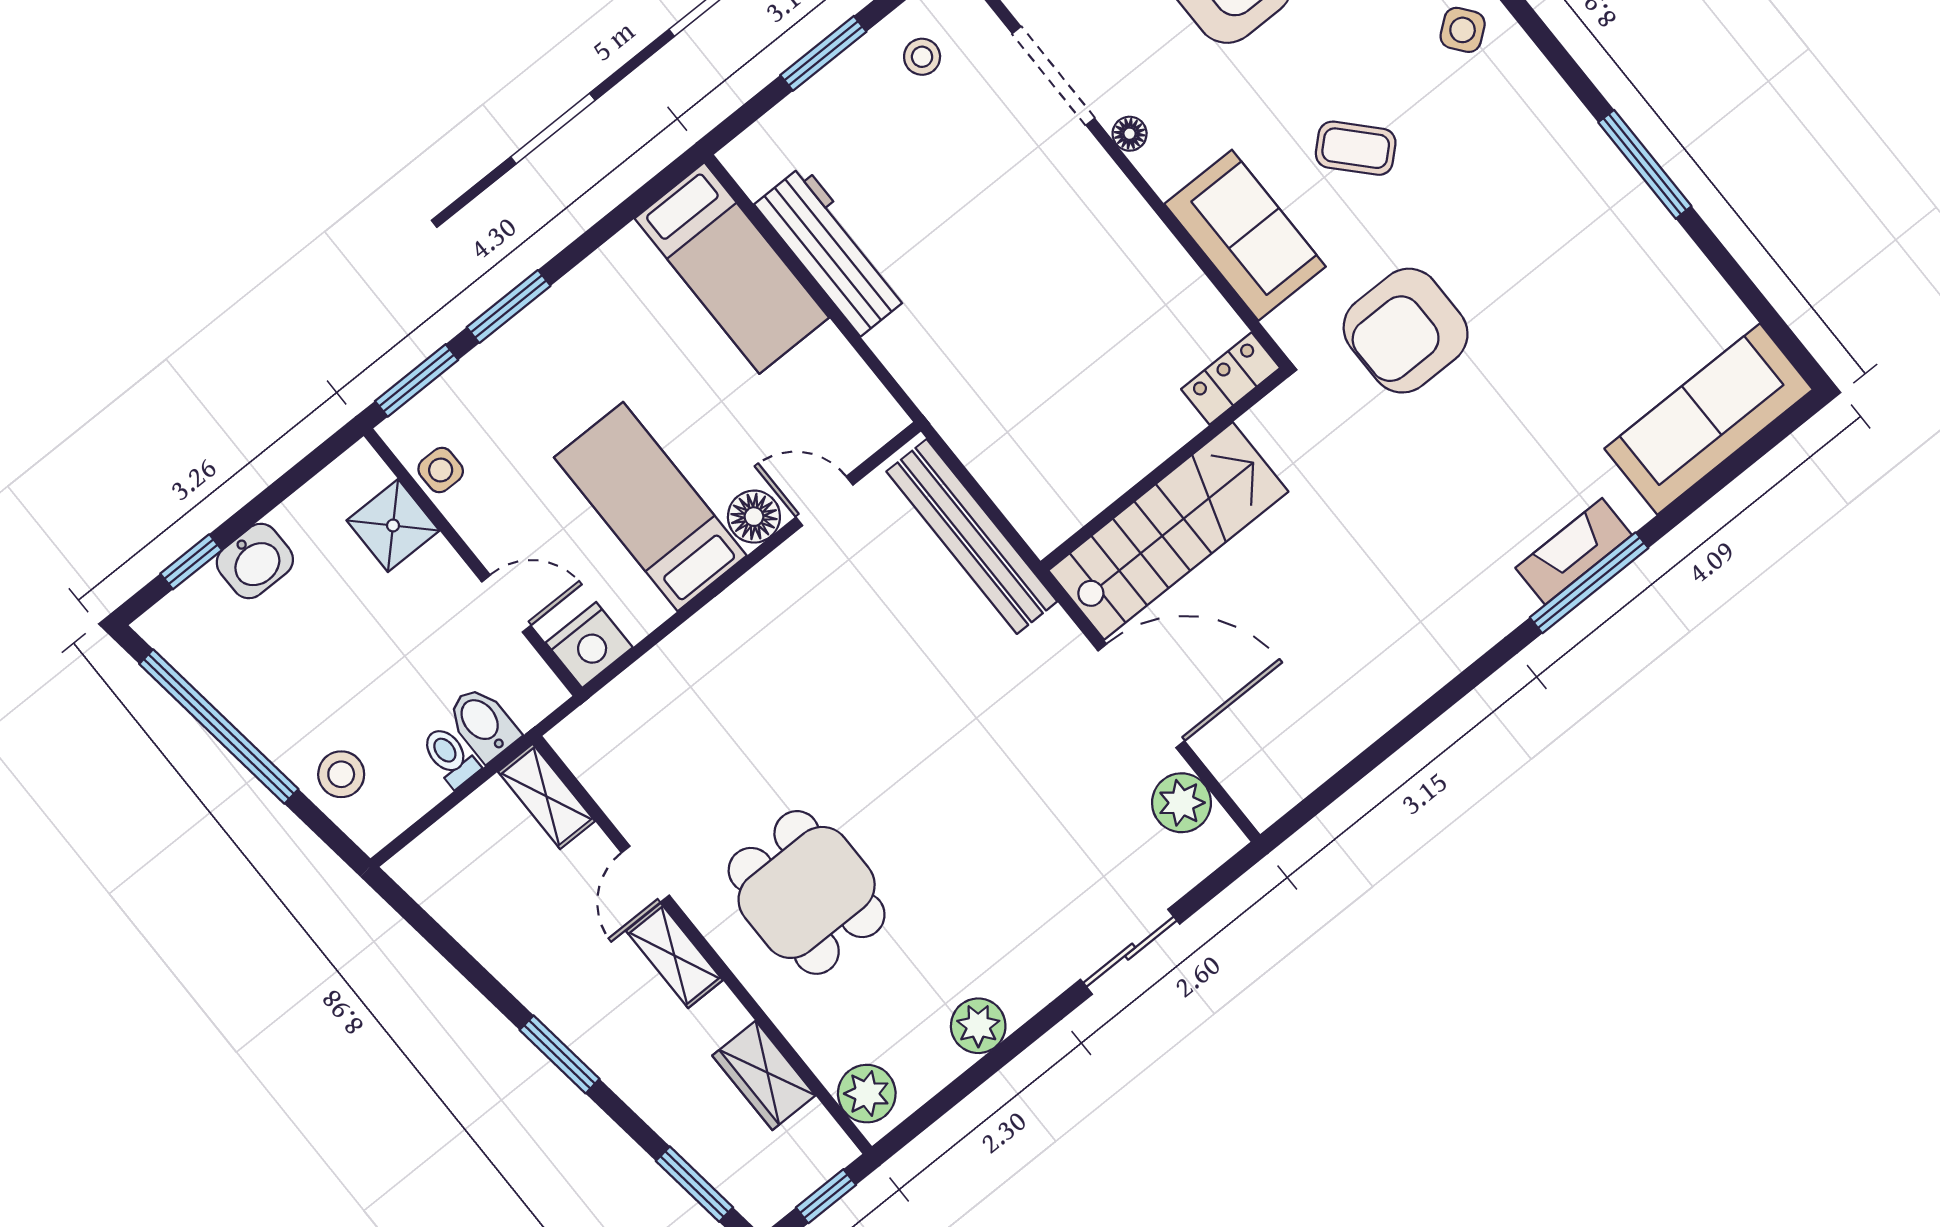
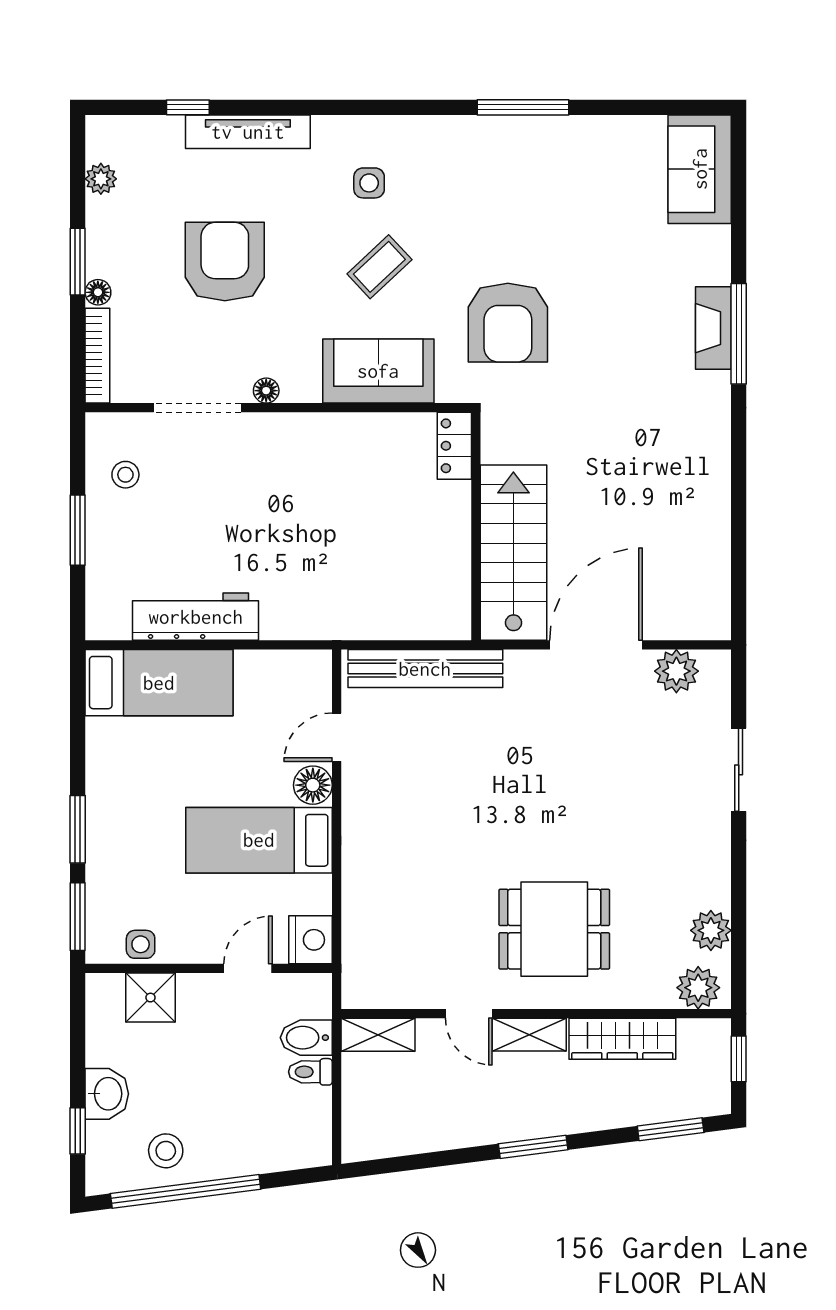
side table: (1463, 30) -> (369, 183), moved, turned 38
sofa: (1709, 419) -> (700, 169), width x0.73
stool: (341, 774) -> (166, 1151), moved
plant: (978, 1026) -> (711, 930), moved
wardrobe: (764, 1075) -> (622, 1039), width x1.50

